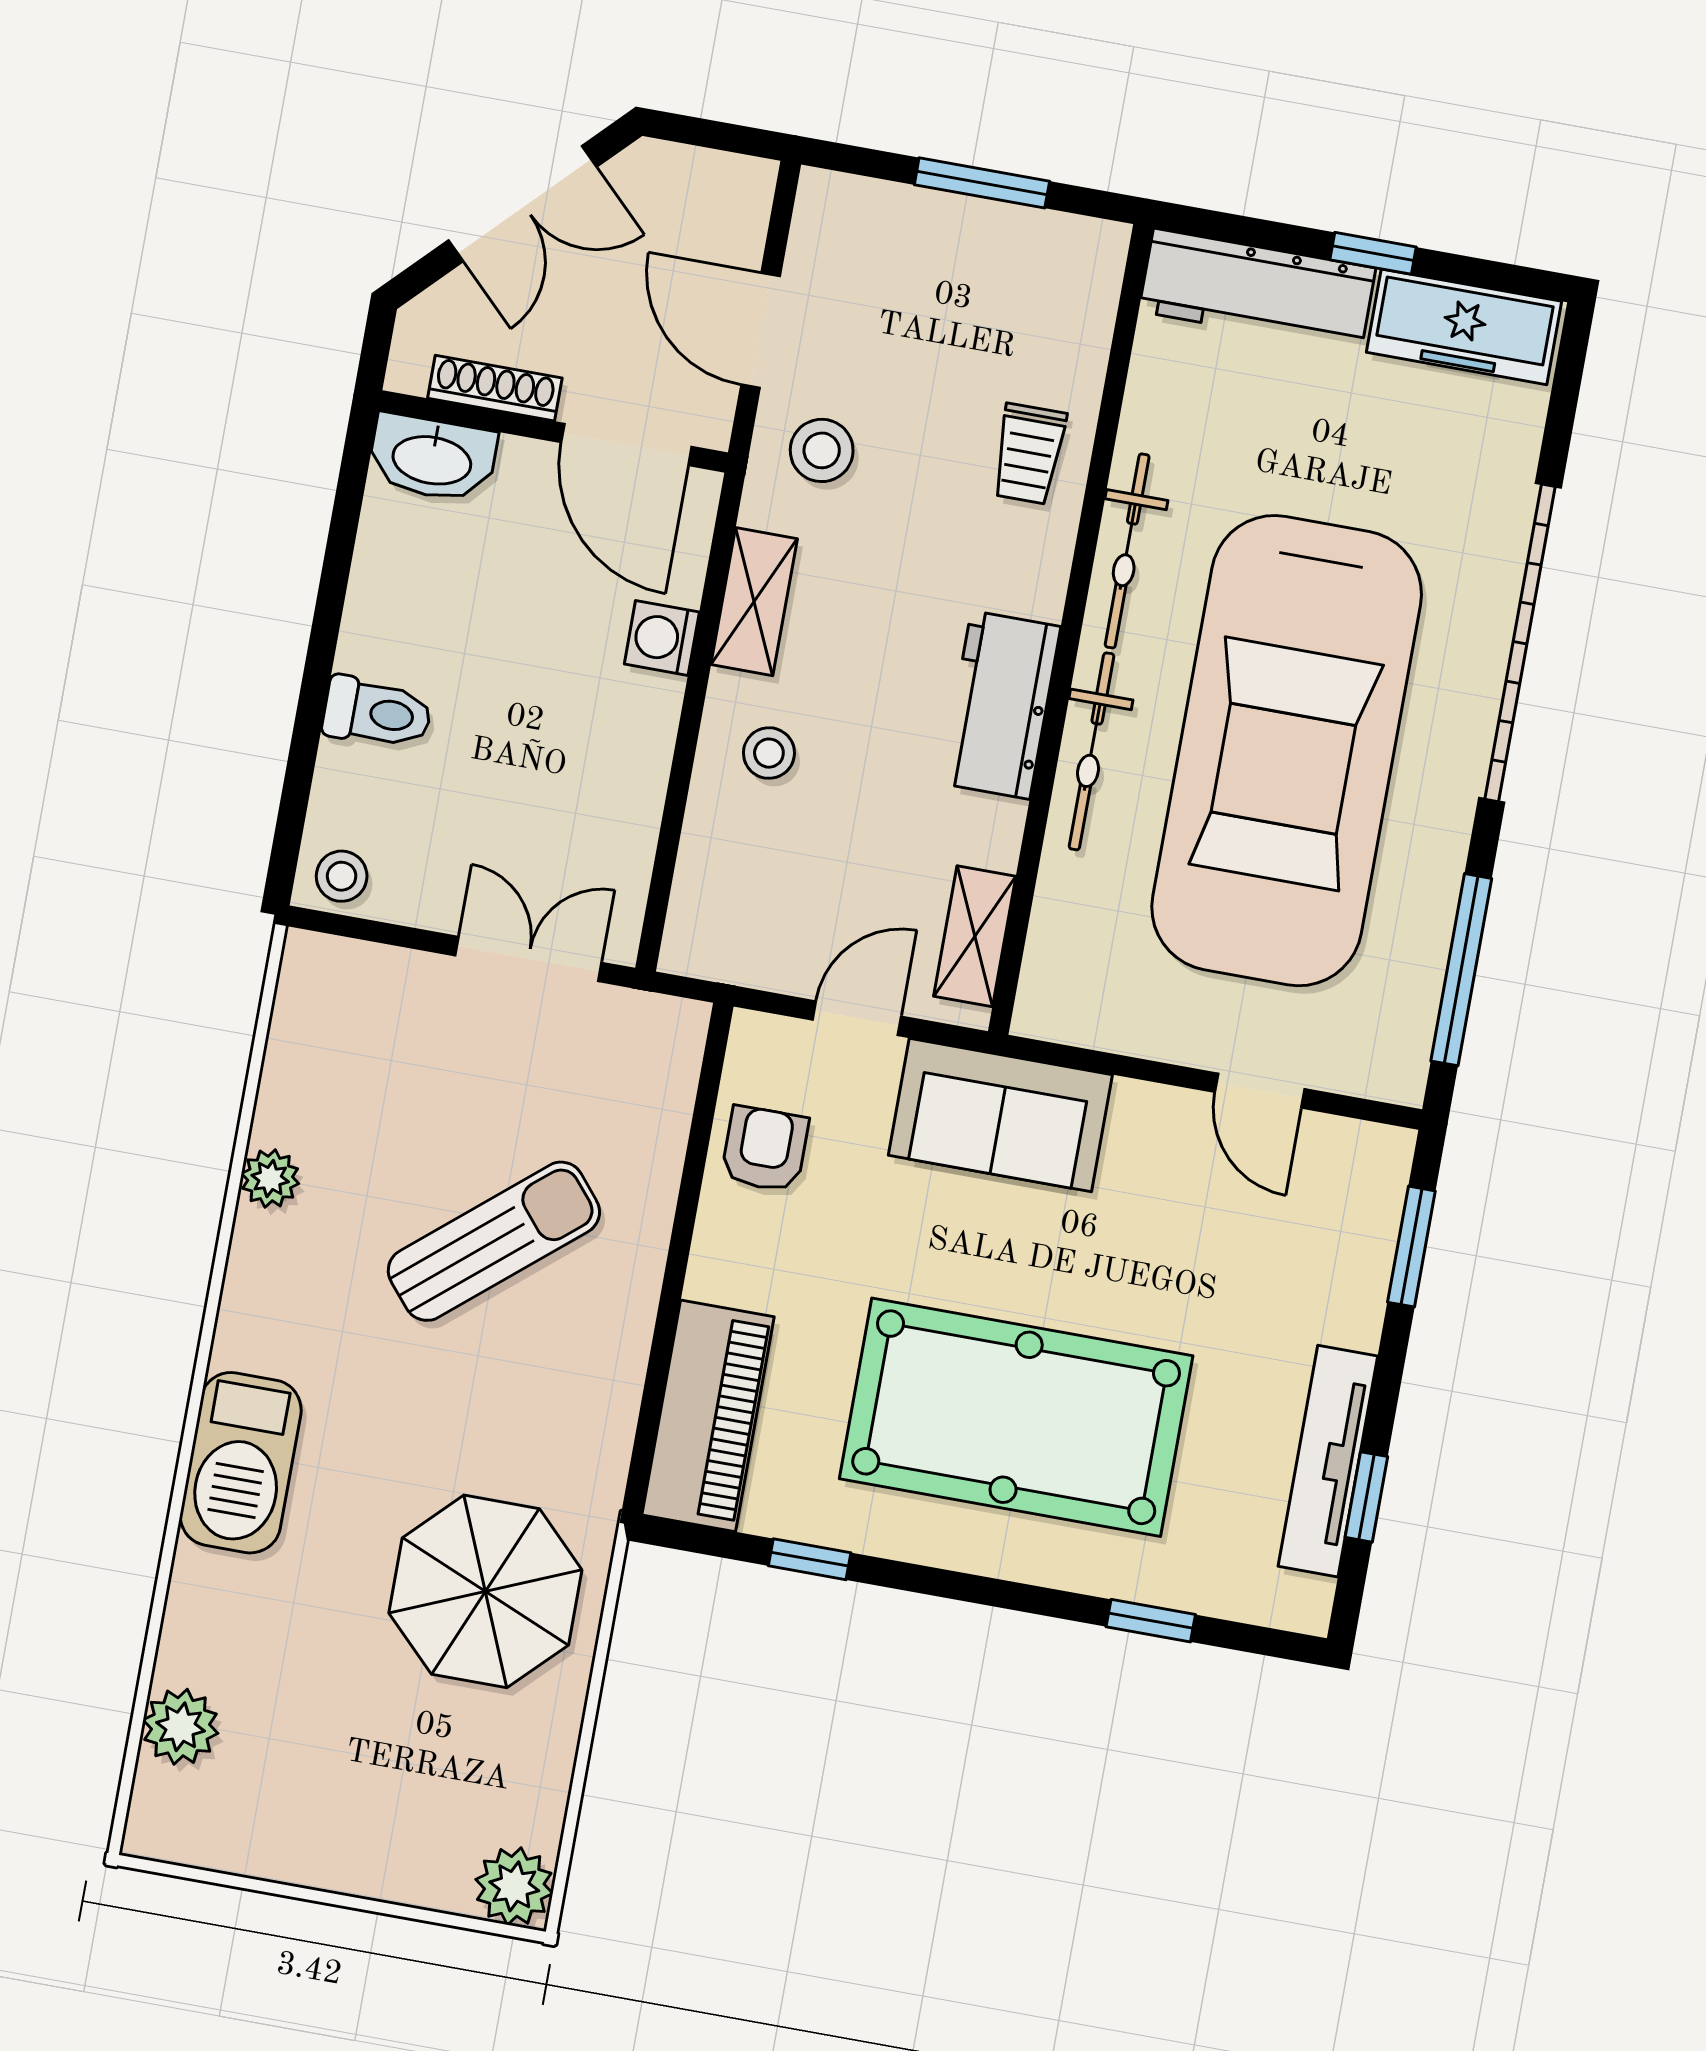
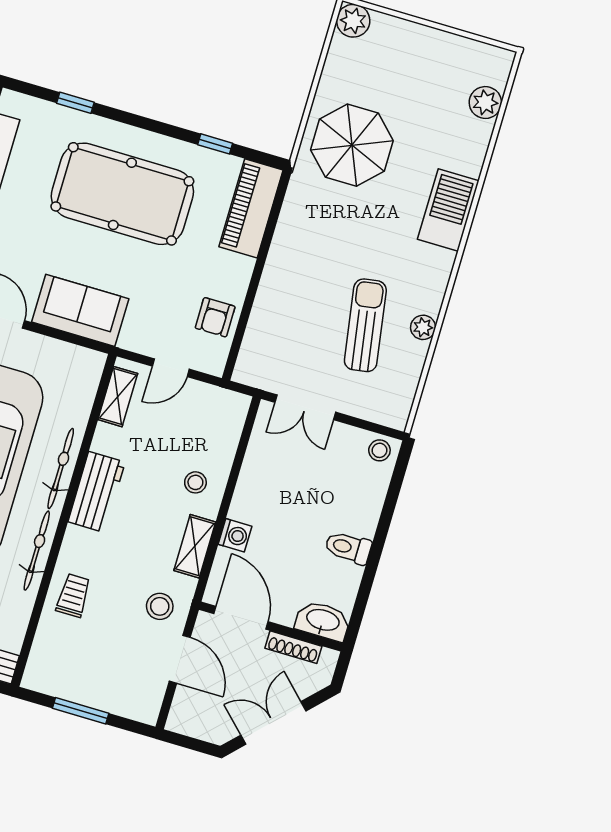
toilet: (377, 713) -> (348, 548), moved
sofa: (1000, 1115) -> (80, 310), moved
sun lounger: (494, 1241) -> (365, 325), moved, turned 121

